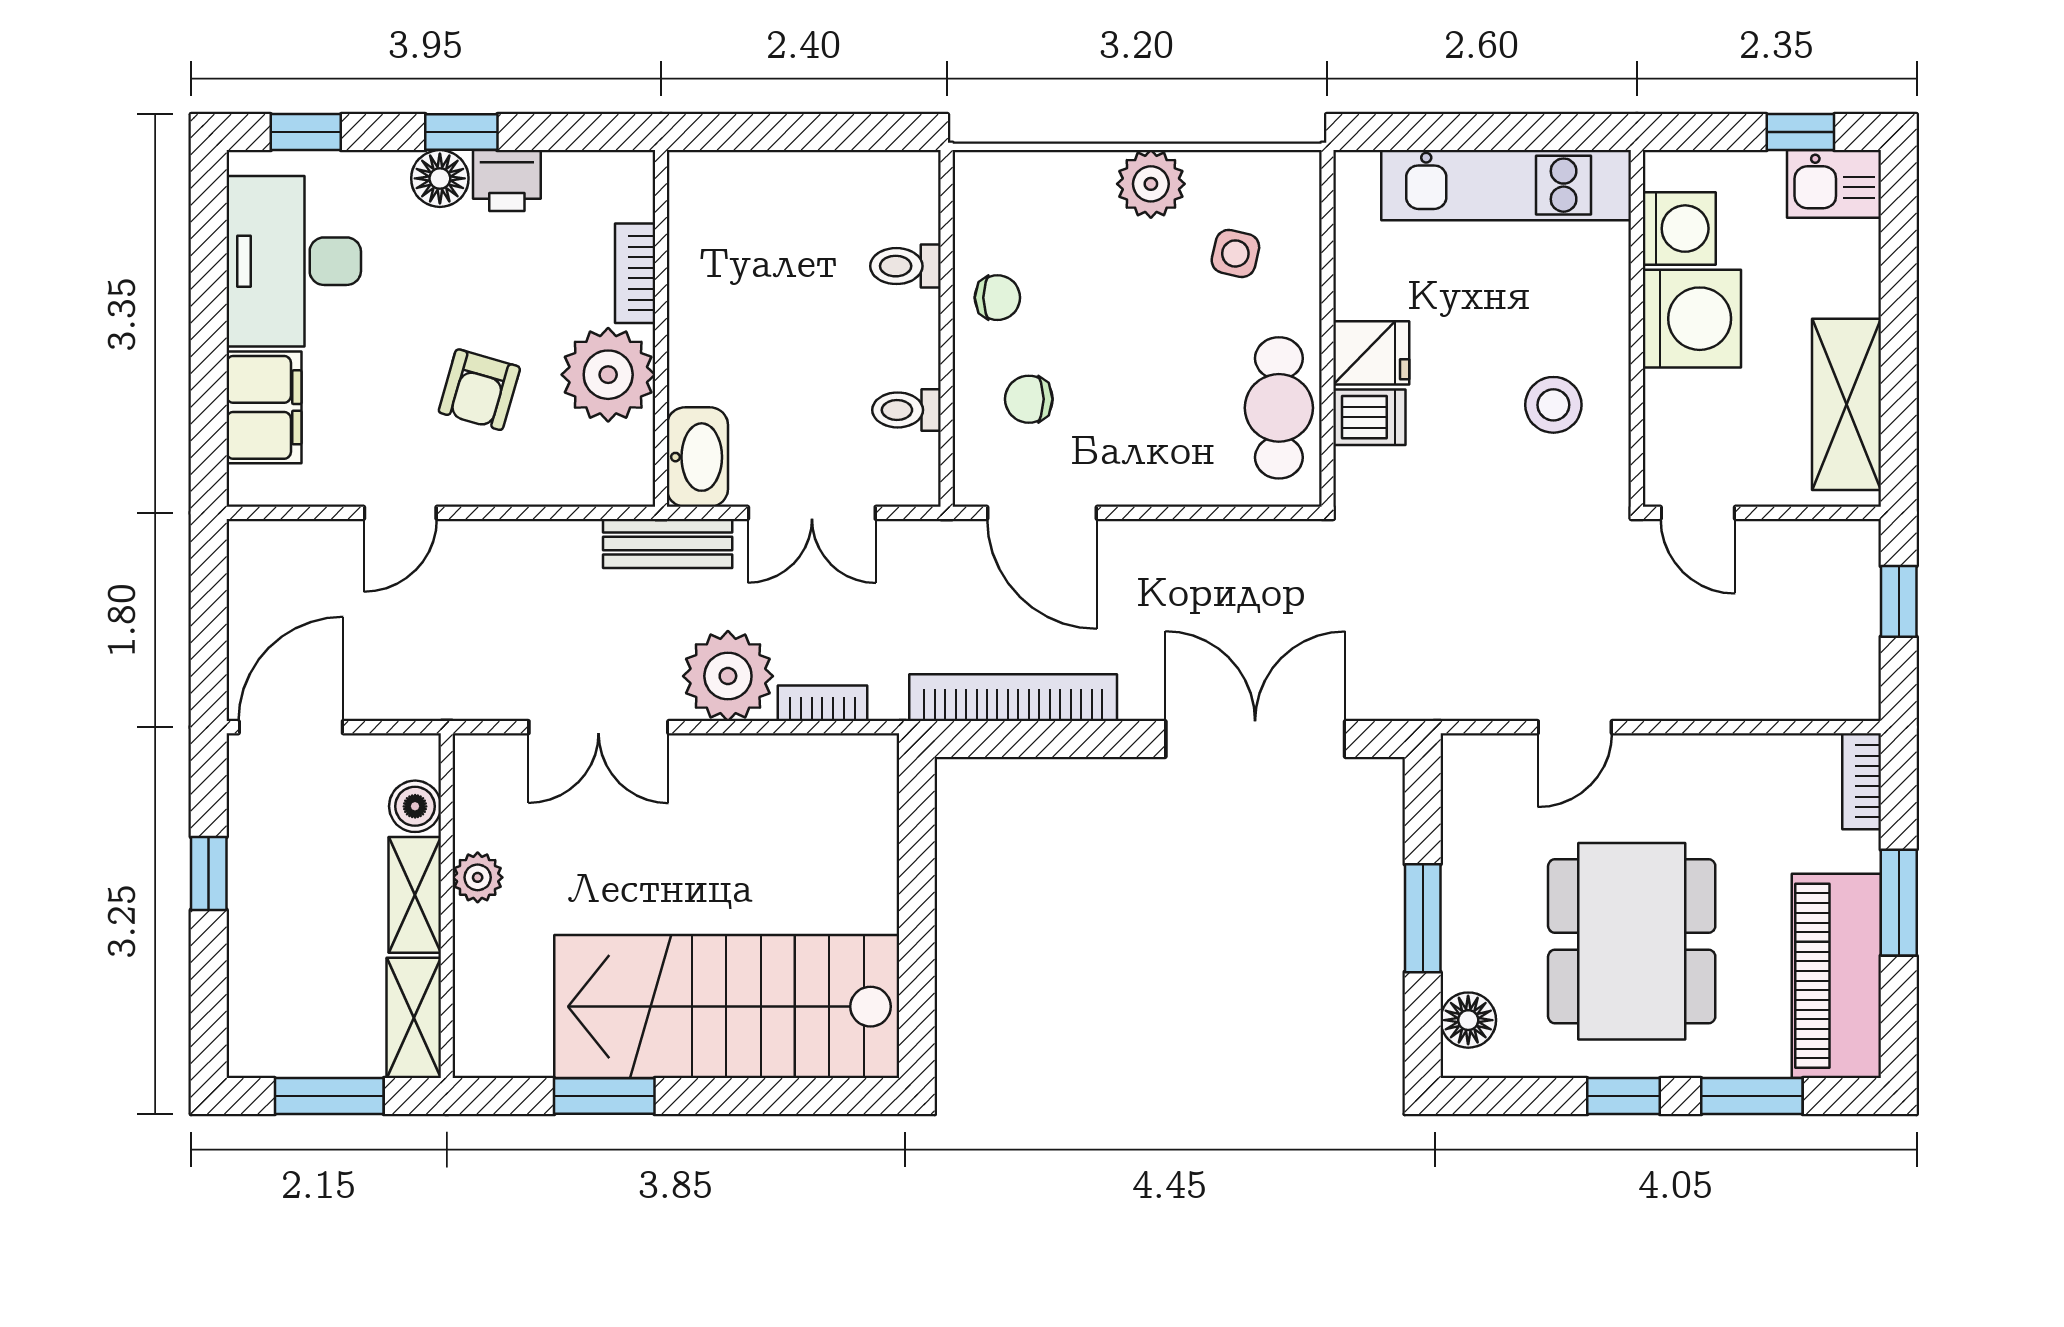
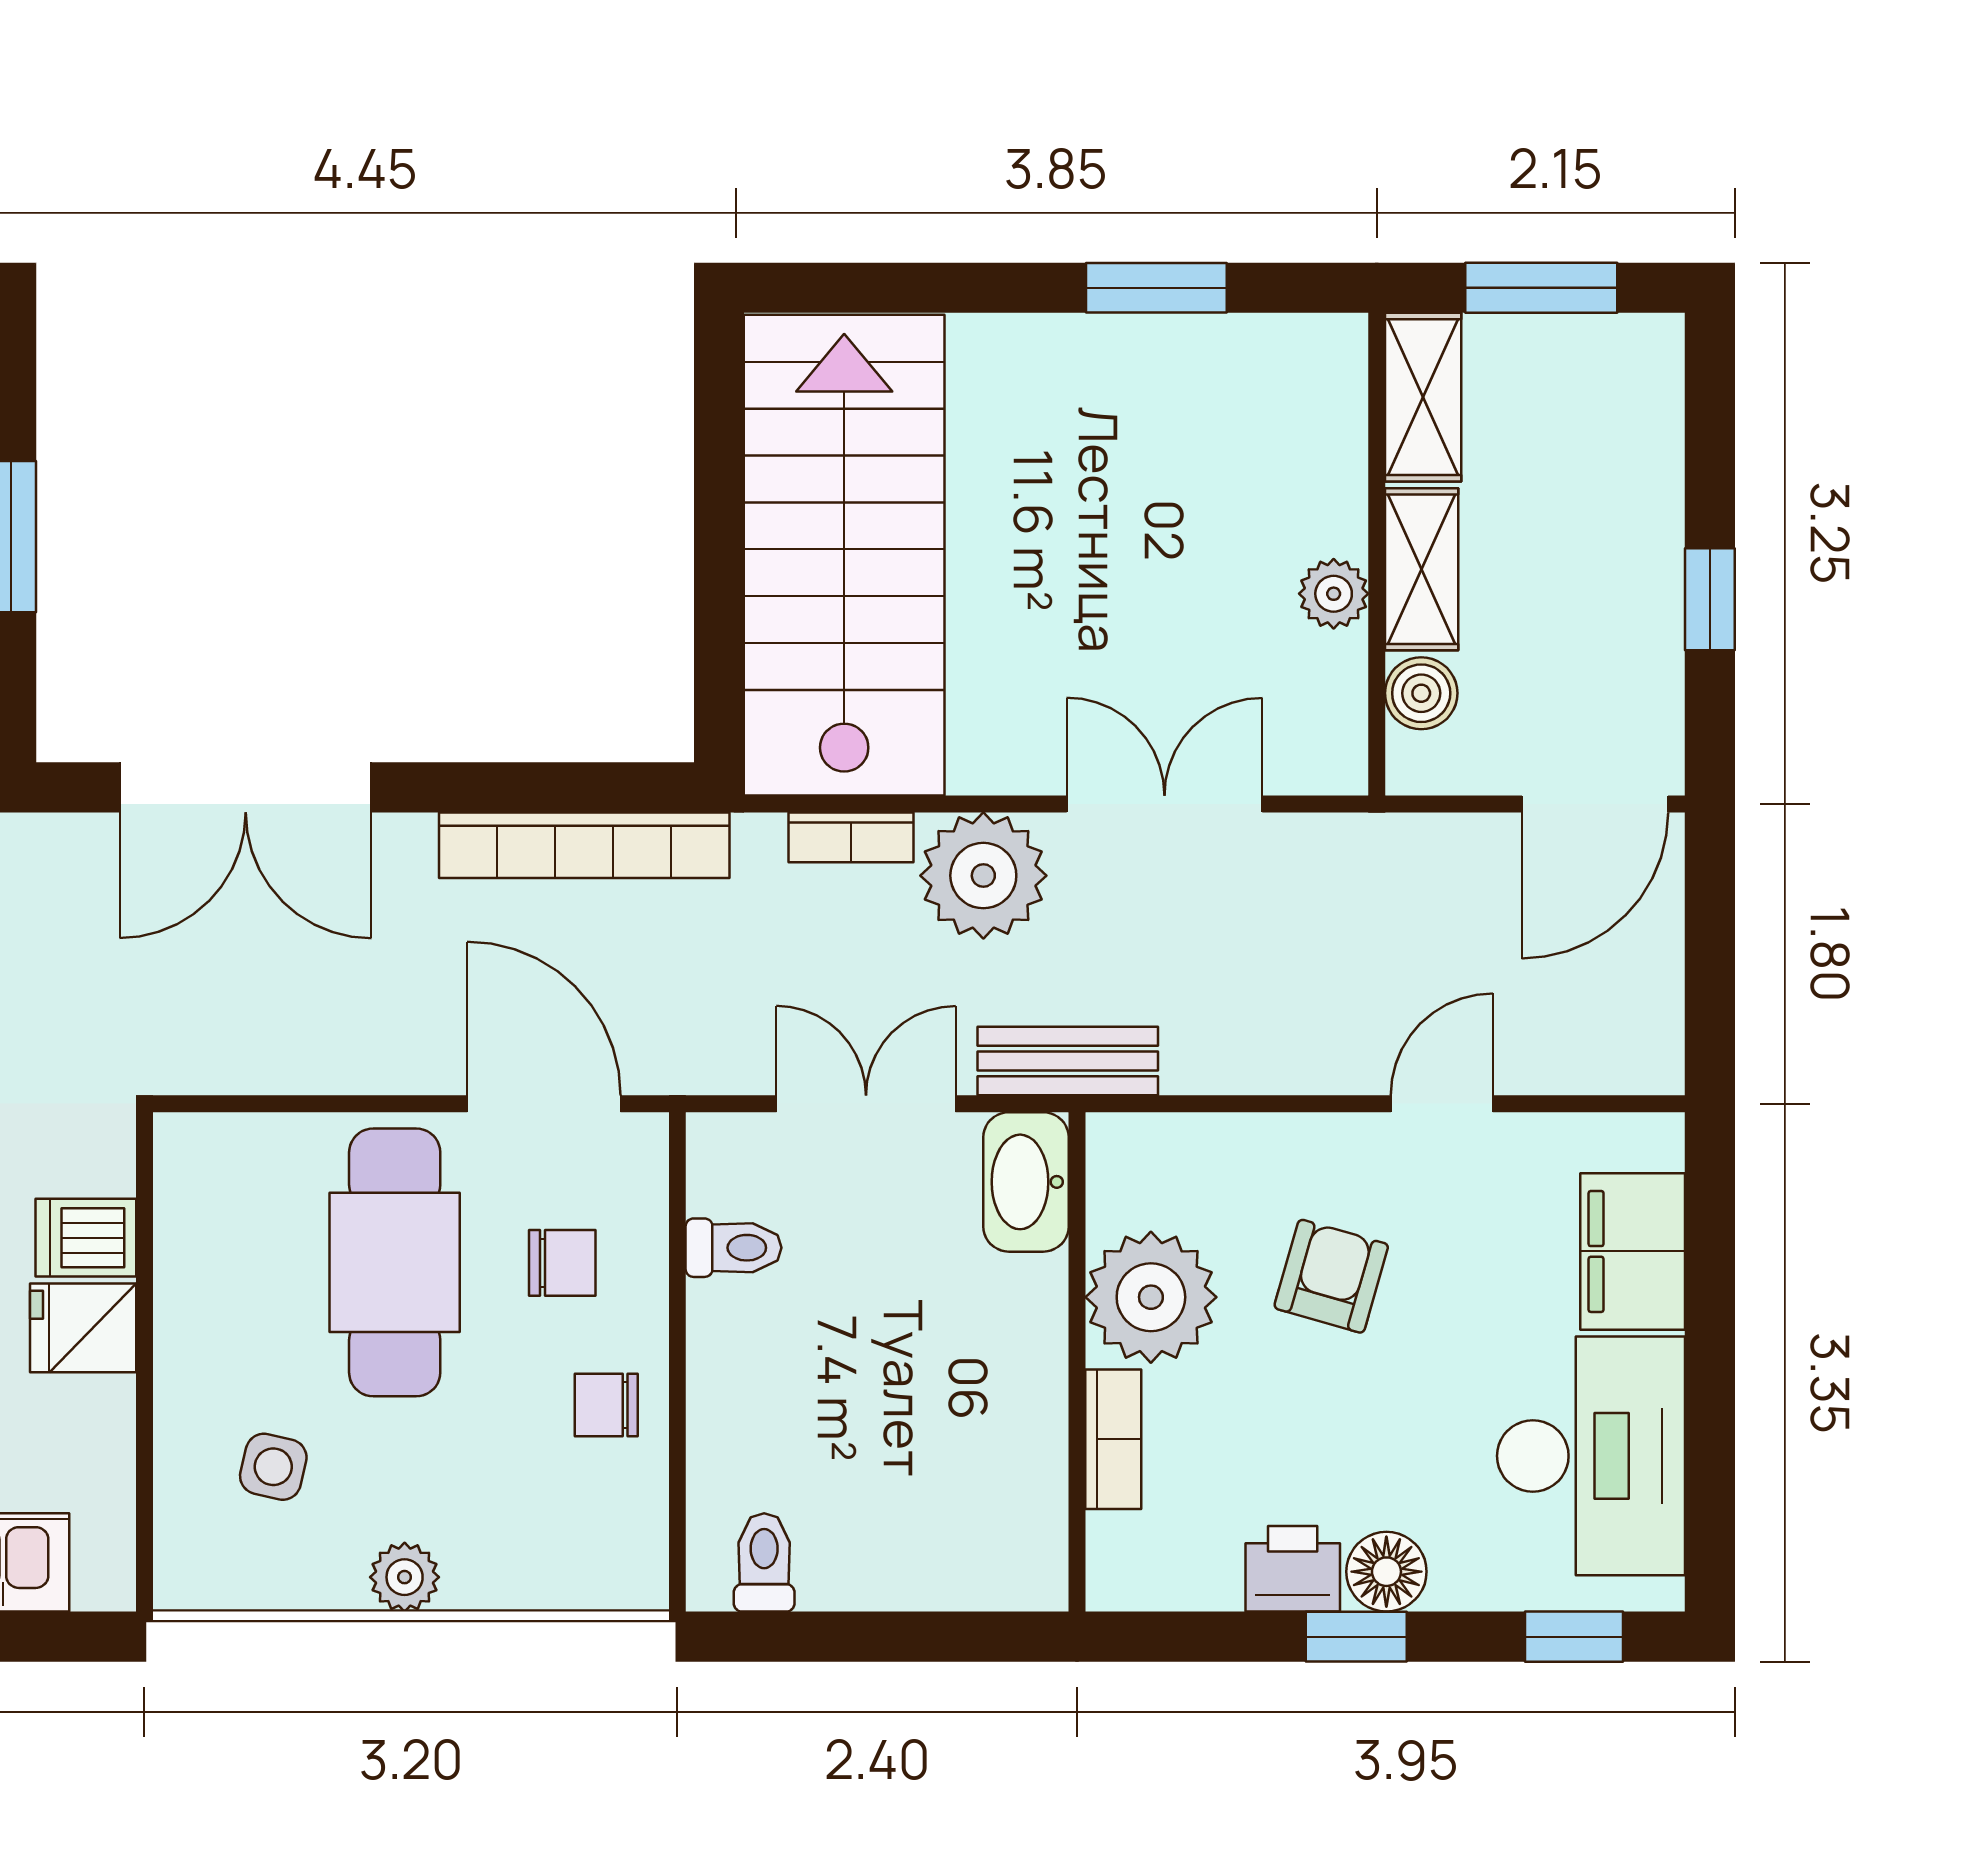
plant: (1151, 184) -> (405, 1577), width x0.73, depth x0.73
toilet: (905, 266) -> (764, 1562), moved, turned -90
cafe table: (1279, 408) -> (395, 1262), moved, width x1.37, depth x1.35
stairs: (726, 1007) -> (844, 555), moved, turned -90

